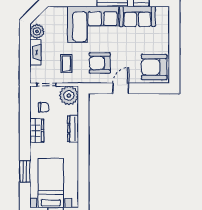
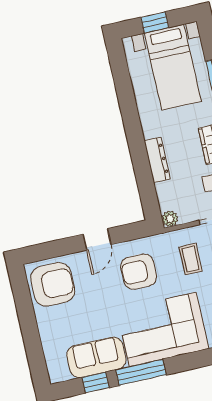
armchair: (100, 63) -> (139, 272), turned 180
plant: (69, 95) -> (170, 219), width x0.53, depth x0.53

